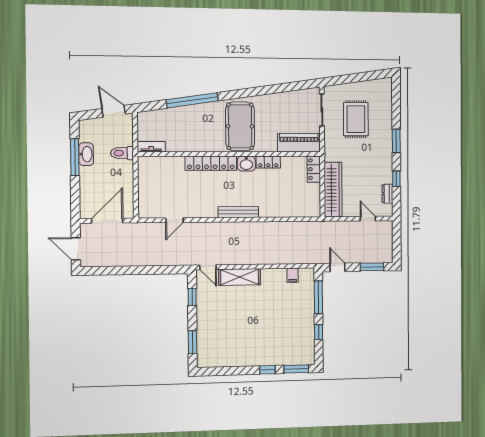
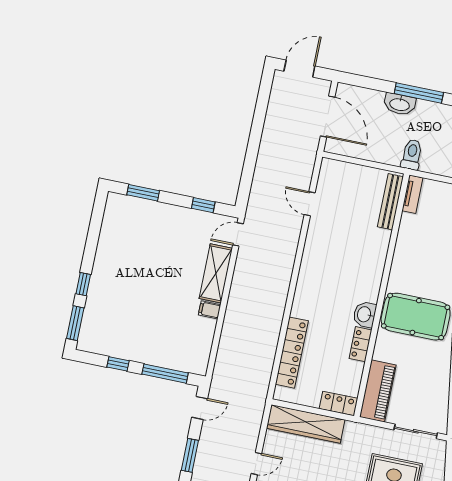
washbasin: (86, 154) -> (400, 104), moved
locker: (211, 163) -> (292, 353), moved, turned 180
bench: (238, 212) -> (390, 202), moved
filing cabinet: (293, 275) -> (210, 310), moved

